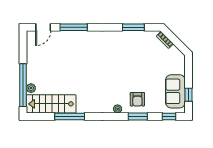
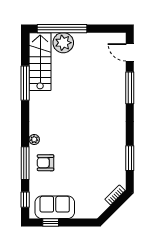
plant: (31, 88) -> (63, 43), width x1.87, depth x1.87
window: (138, 117) -> (25, 163), width x1.44

